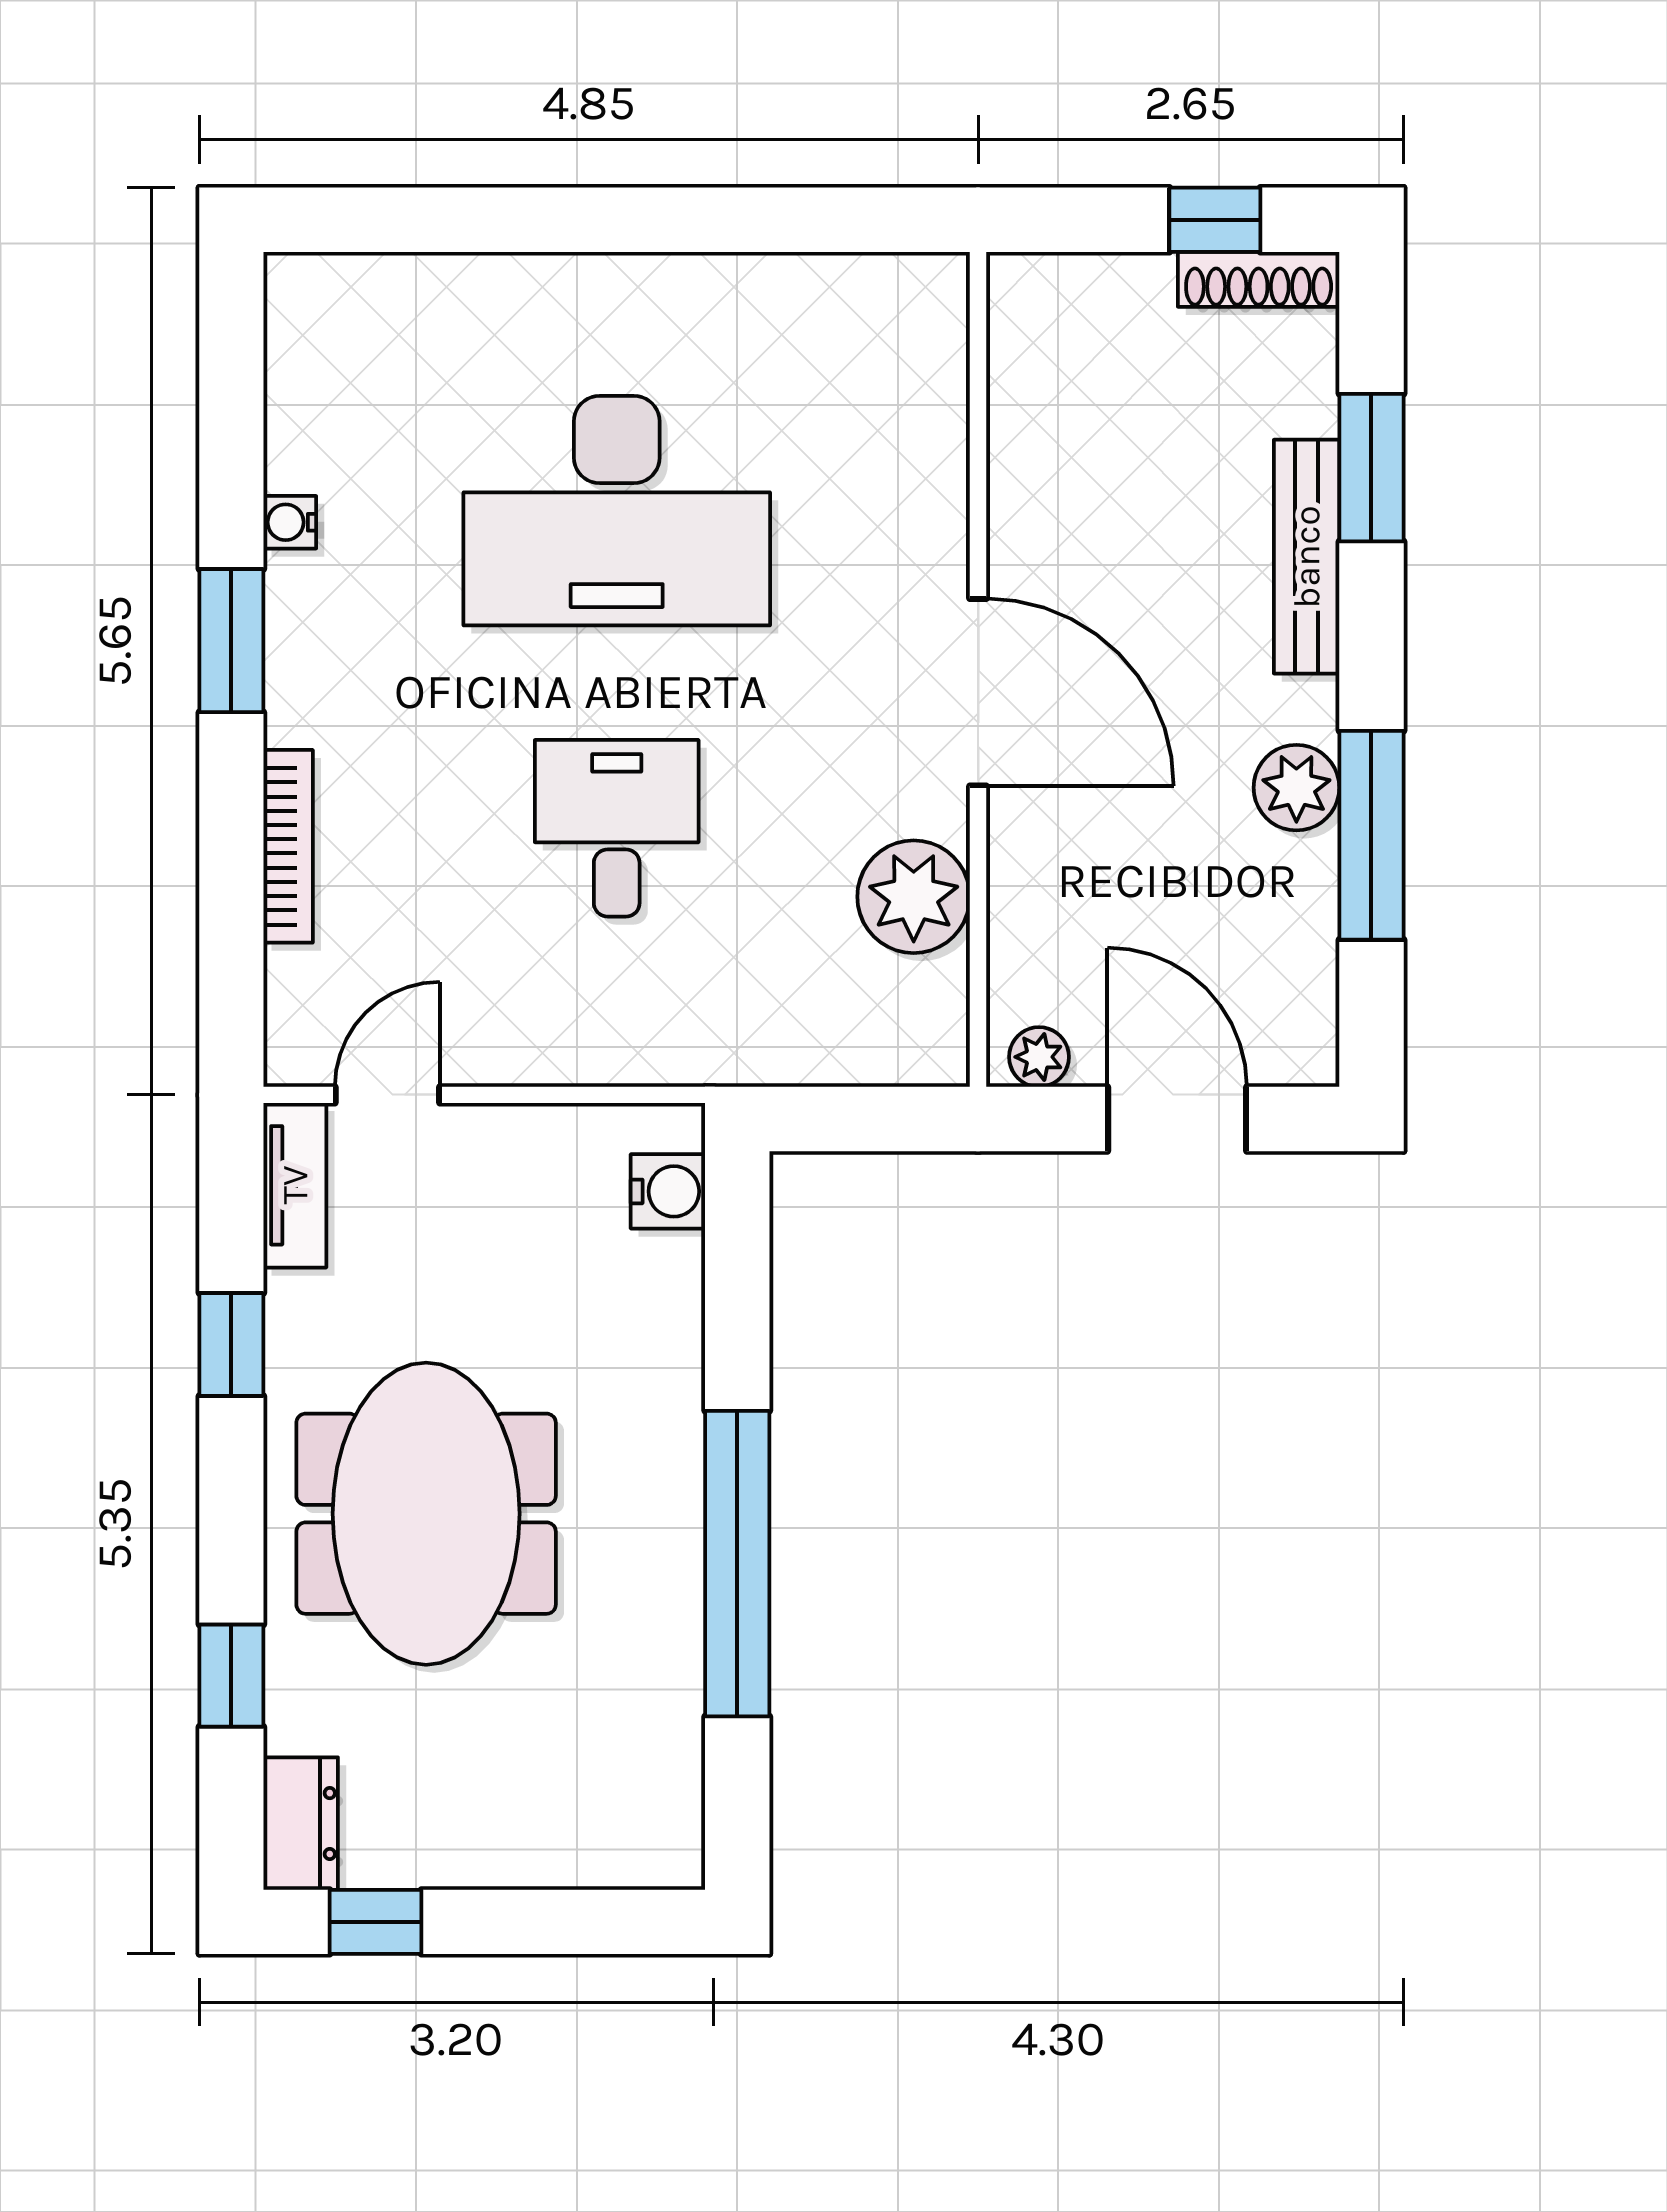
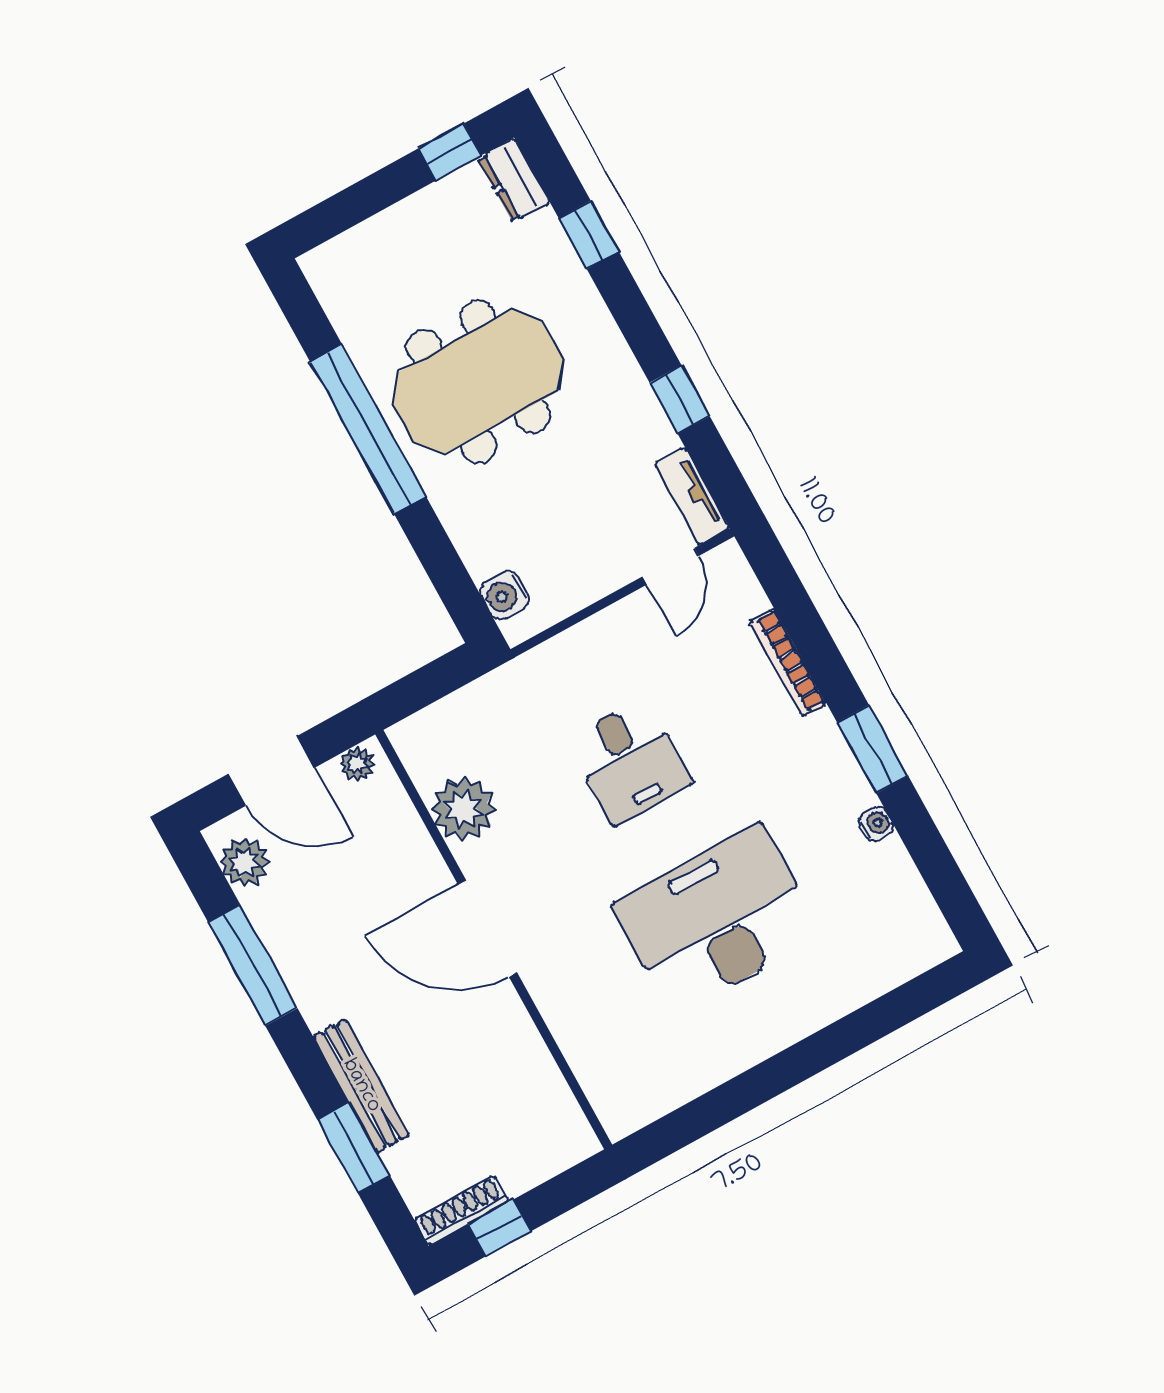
plant: (1296, 788) -> (245, 862), moved
meeting table: (426, 1514) -> (478, 382), moved, turned 90

